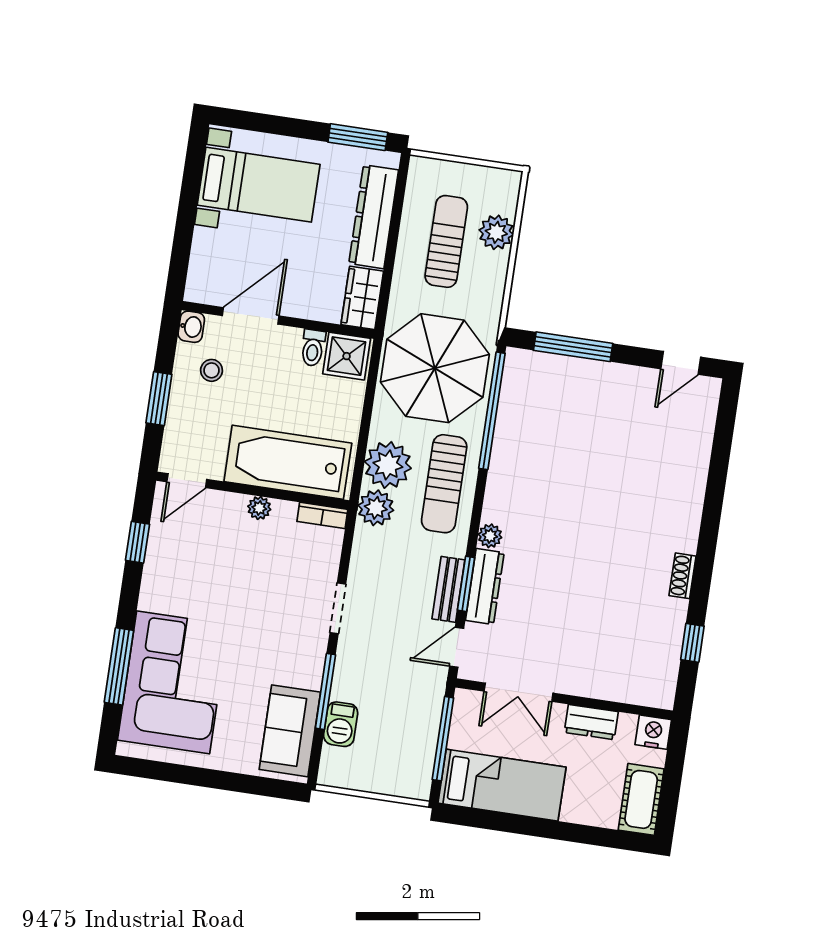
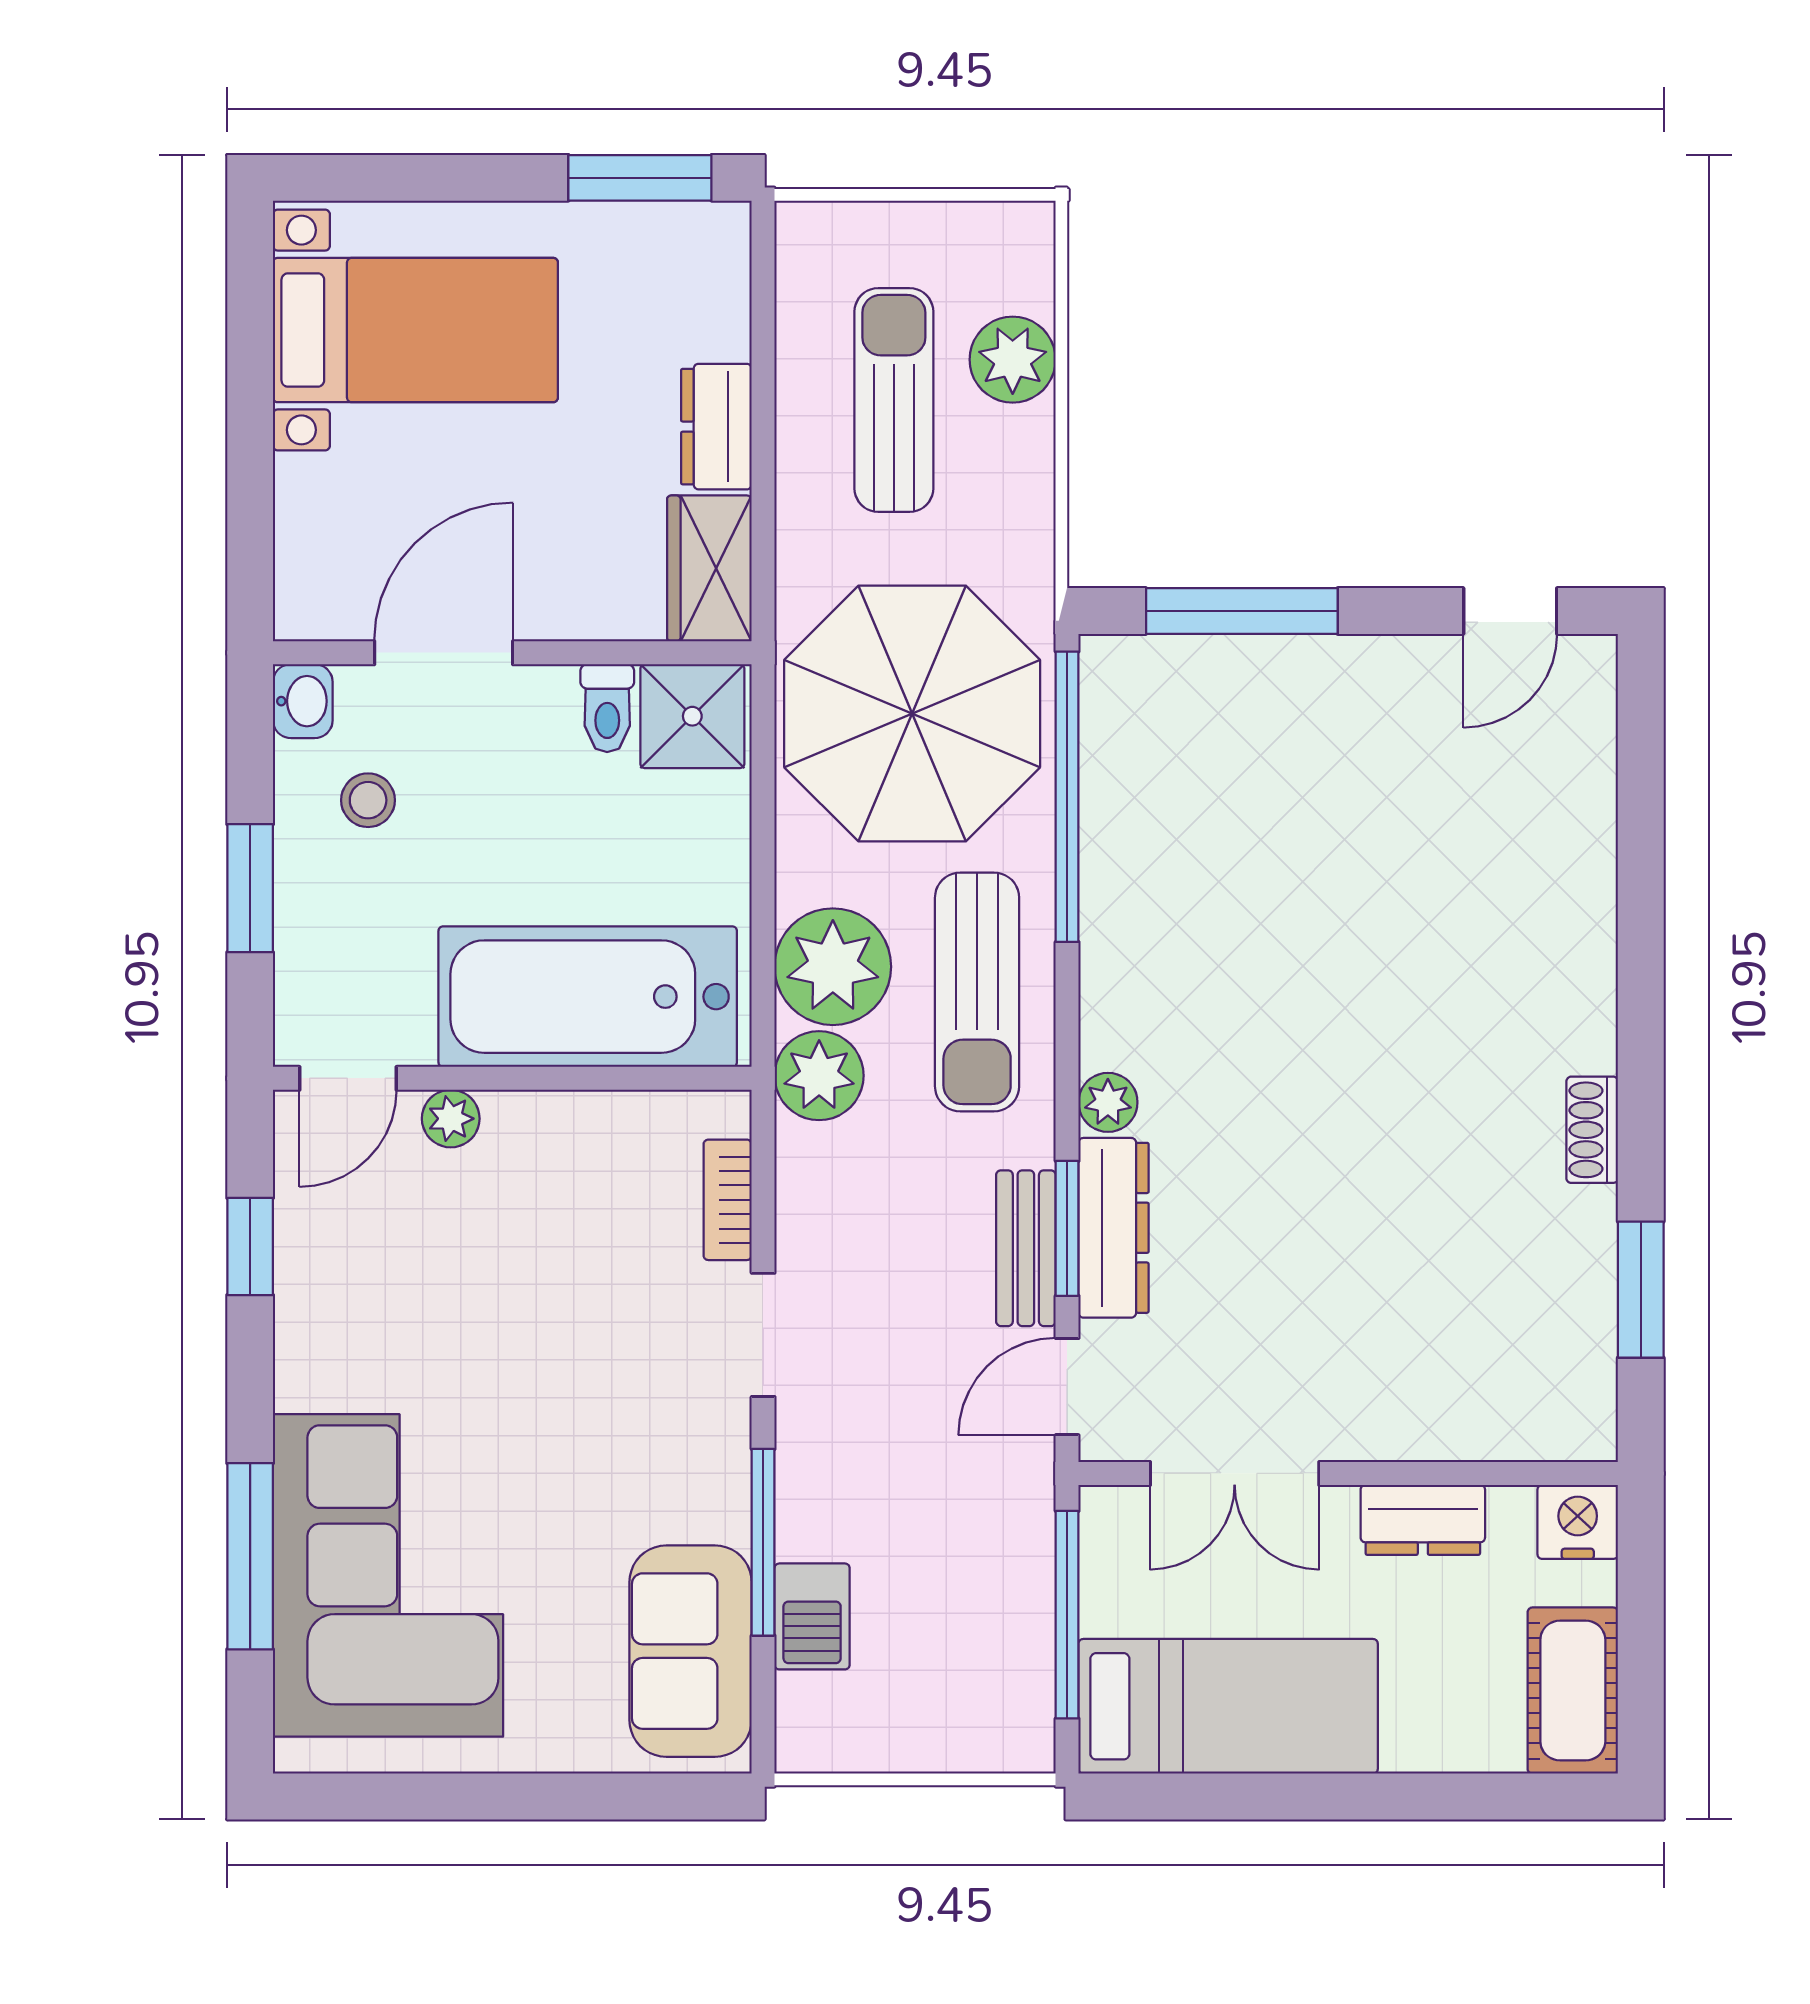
dresser: (374, 217) -> (716, 427), width x0.51, depth x0.80
plant: (259, 508) -> (451, 1119), moved
bookcase: (322, 515) -> (728, 1200), moved, turned 90
window: (692, 643) -> (1641, 1290), width x1.50

